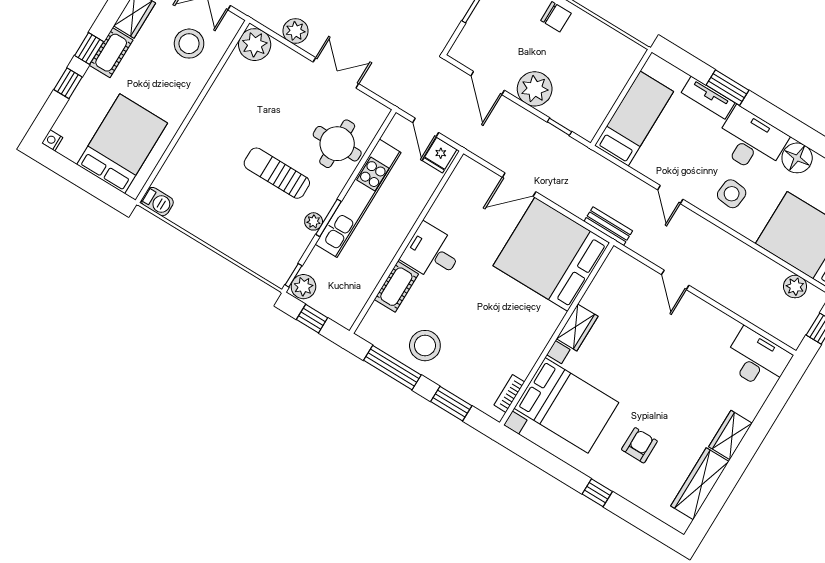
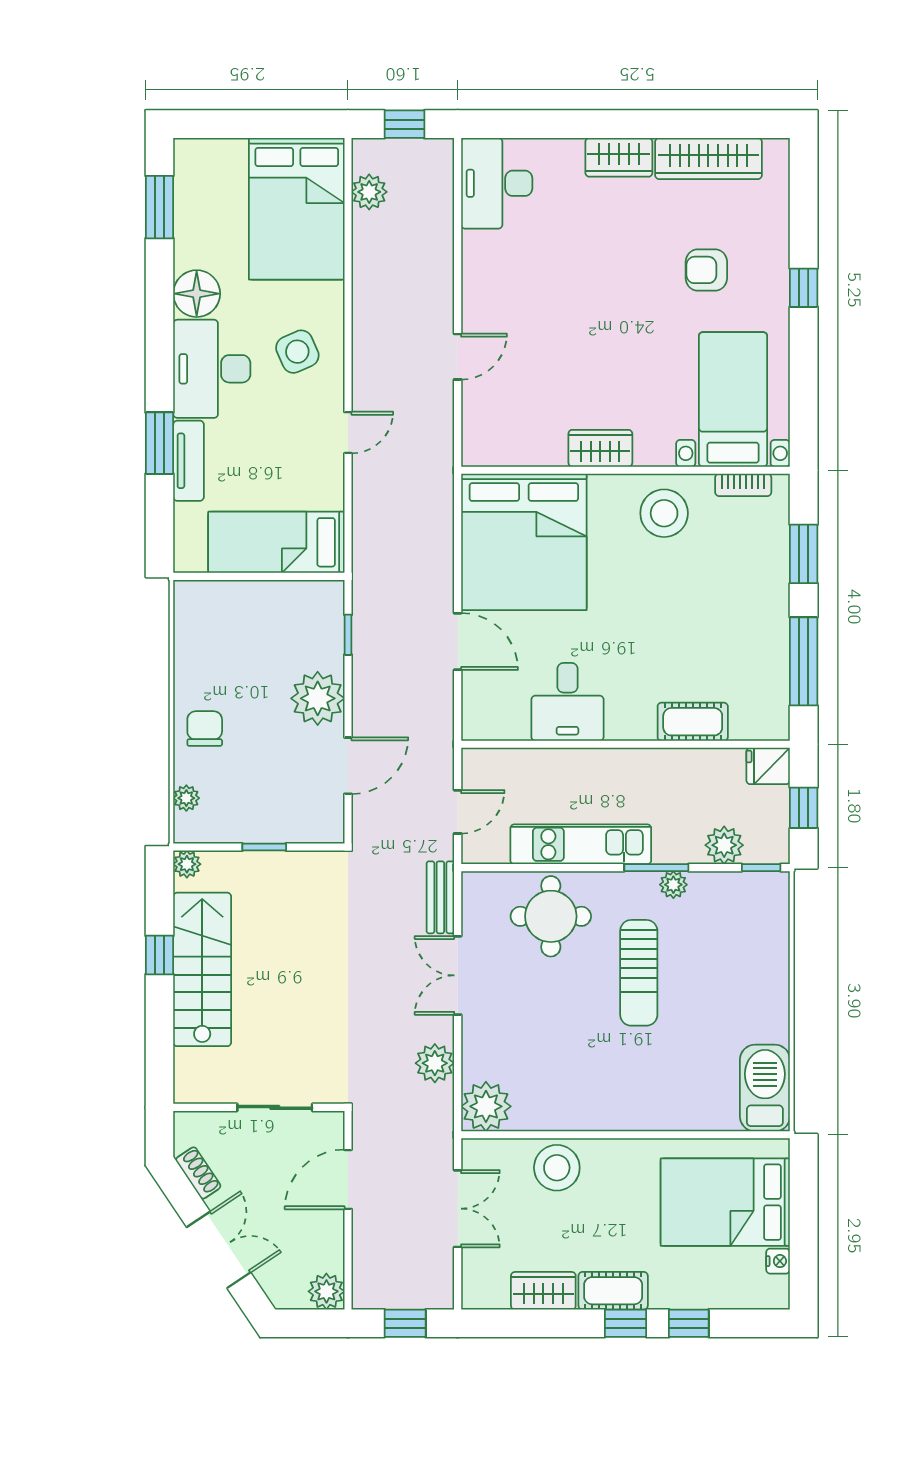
stool: (189, 44) -> (557, 1168), moved
nightstand: (52, 140) -> (778, 1261), moved, turned -90
fridge: (440, 155) -> (768, 766), moved, turned 180
side table: (732, 194) -> (297, 352), turned -30
kitchen unit: (358, 198) -> (581, 844), width x0.73
barbecue: (157, 202) -> (765, 1088), width x1.88, depth x1.53
bench: (608, 226) -> (440, 897), moved
desk: (432, 253) -> (567, 702), moved
plant: (303, 287) -> (724, 845), moved
stool: (425, 346) -> (664, 513), moved
bed with nightstands: (566, 405) -> (733, 399), width x0.73

